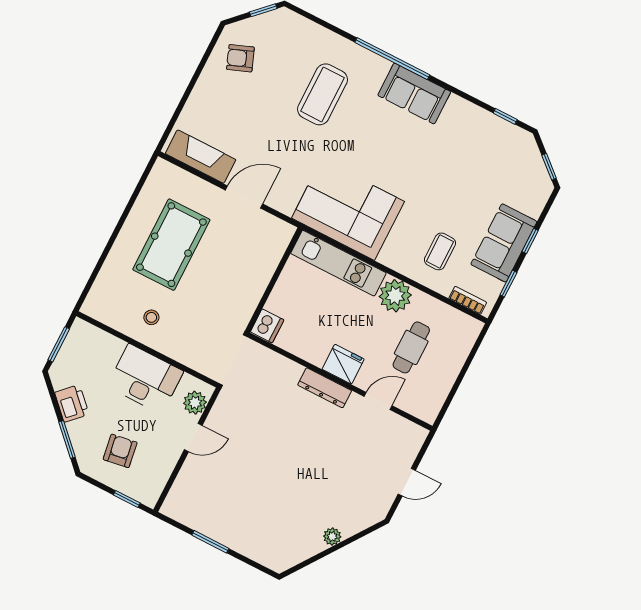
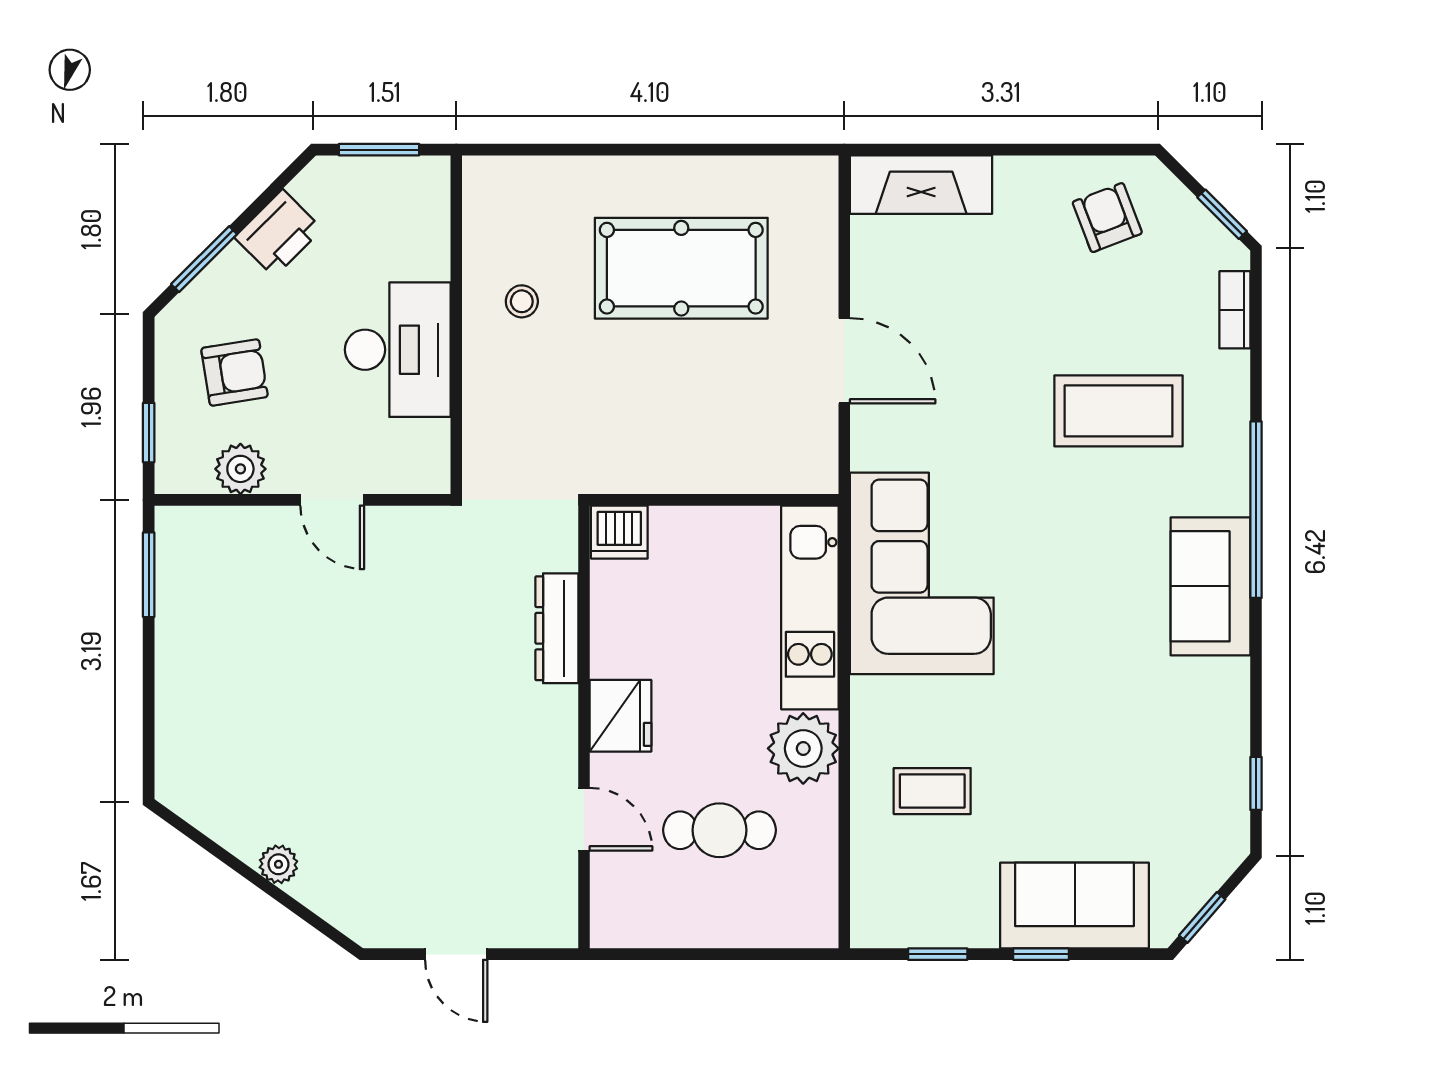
fireplace: (201, 157) -> (921, 185), moved, turned 90
sofa: (504, 243) -> (1075, 905), moved
bookcase: (468, 300) -> (1235, 310), moved, turned 180
dresser: (325, 388) -> (557, 628), moved
plant: (195, 403) -> (240, 469), moved
window: (210, 542) -> (149, 575), moved

